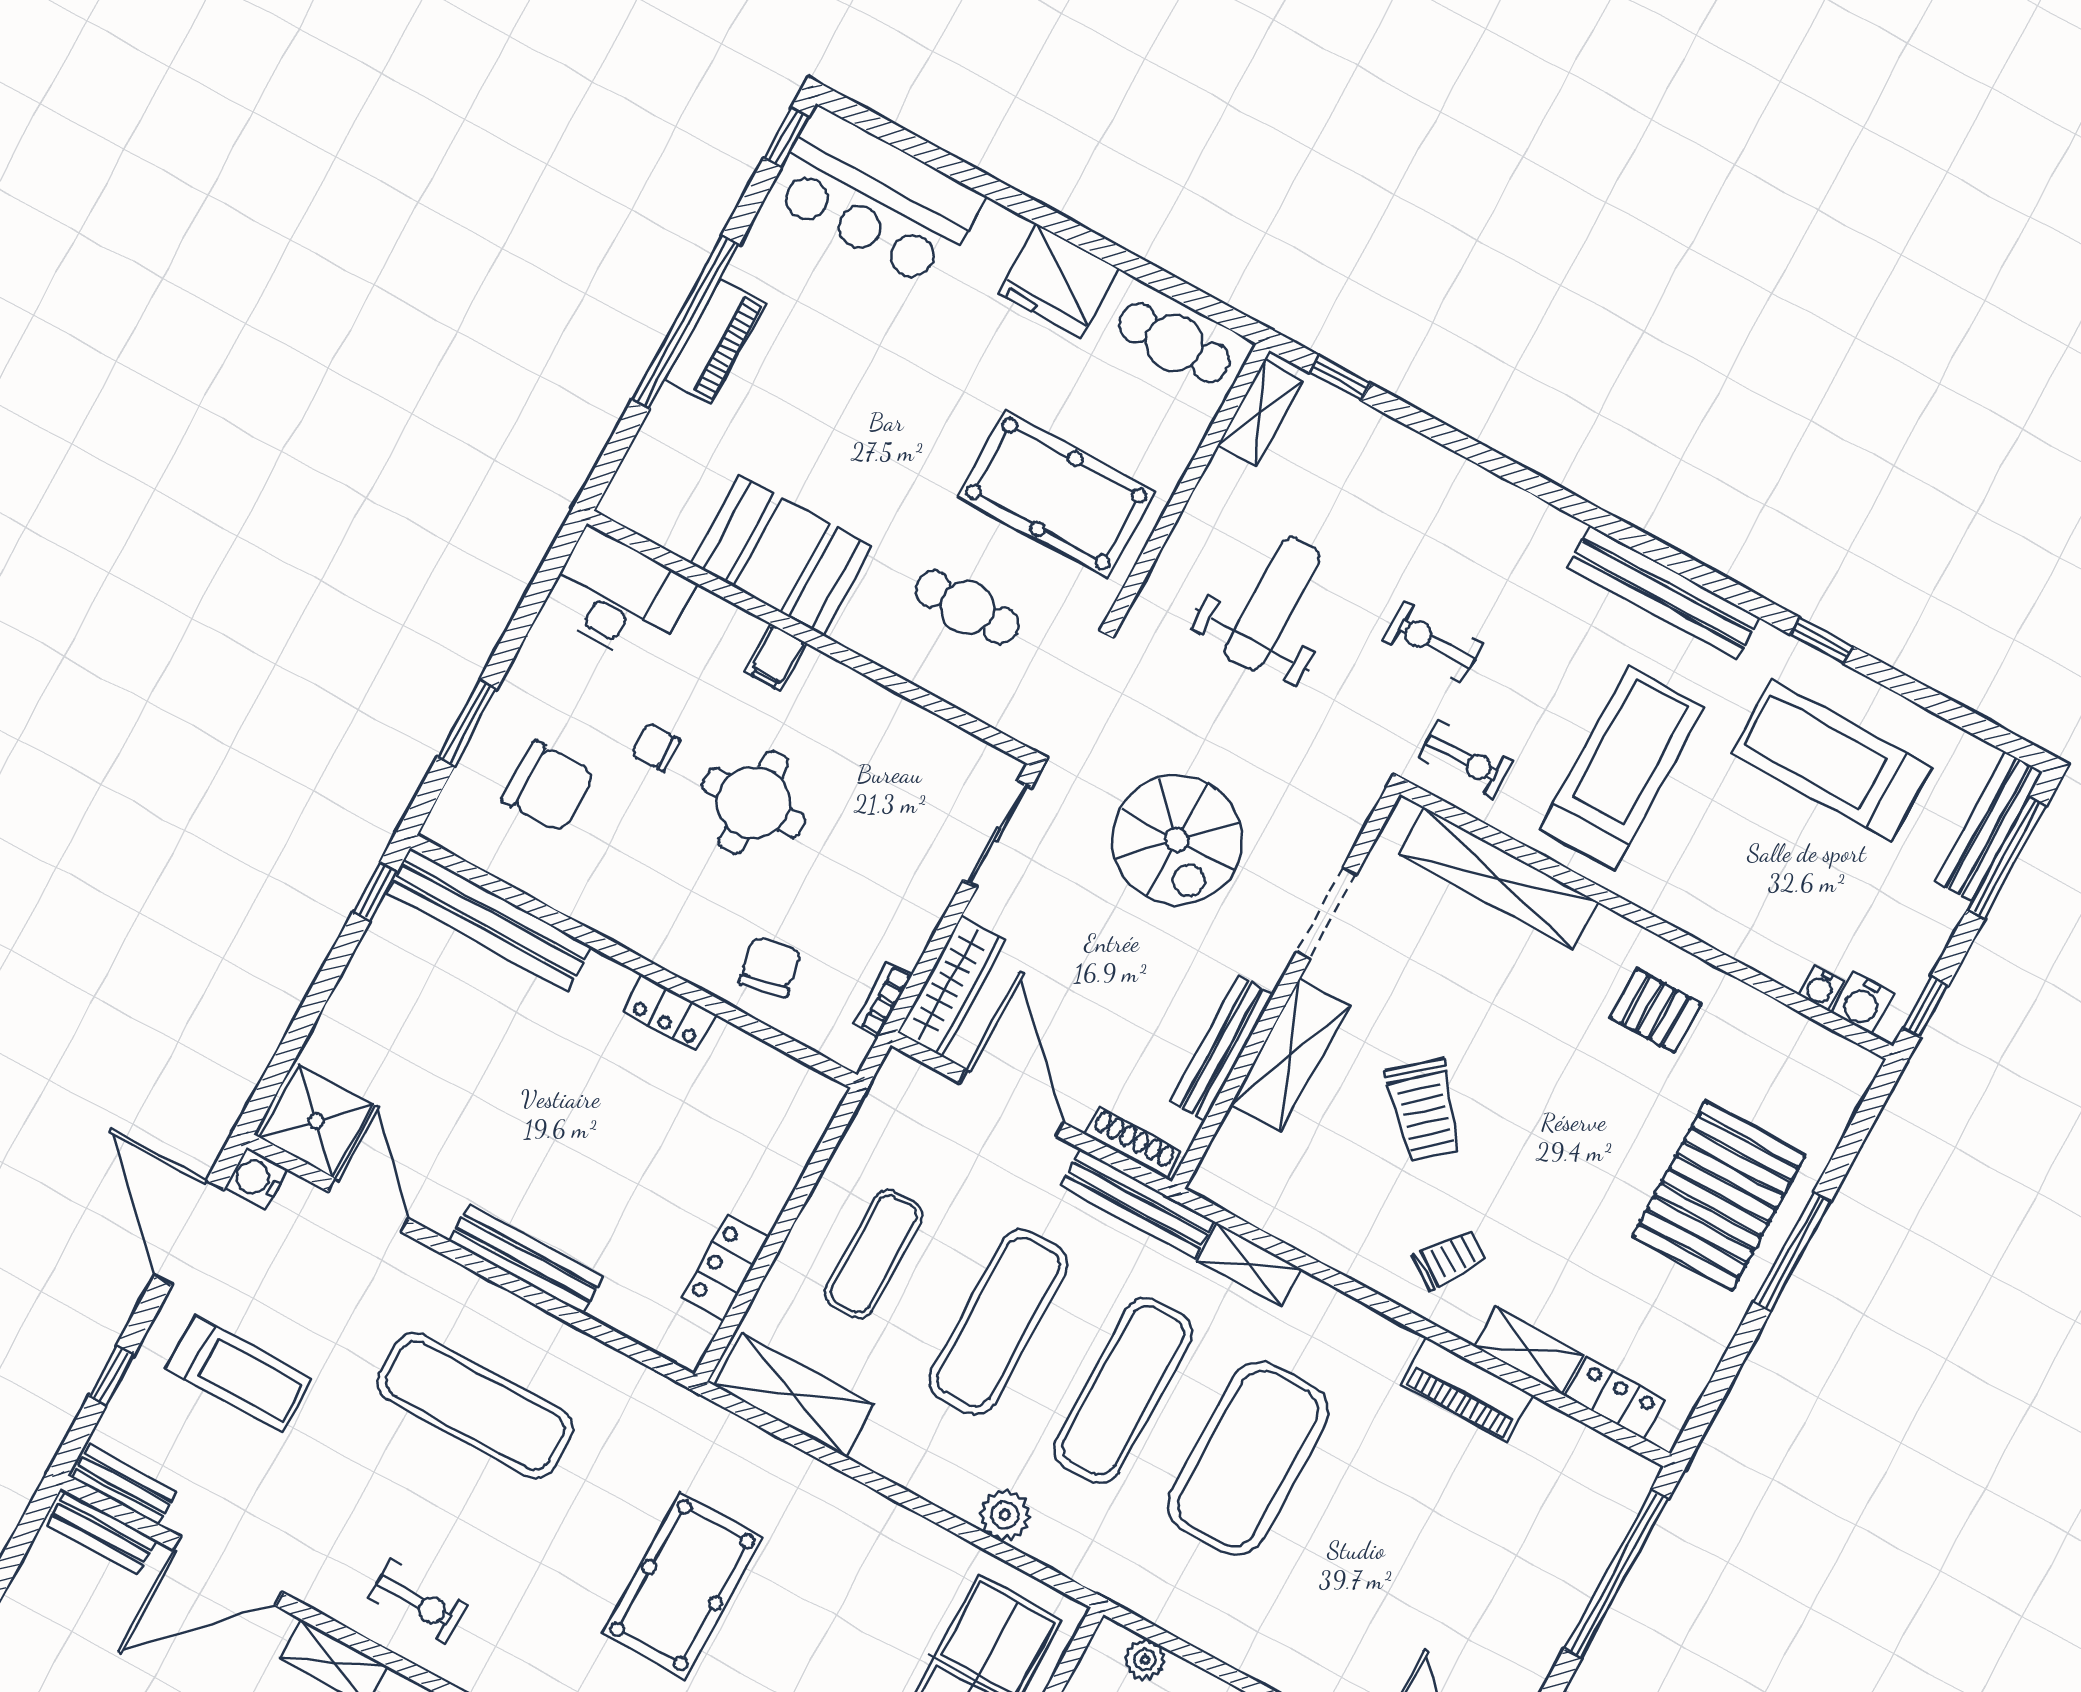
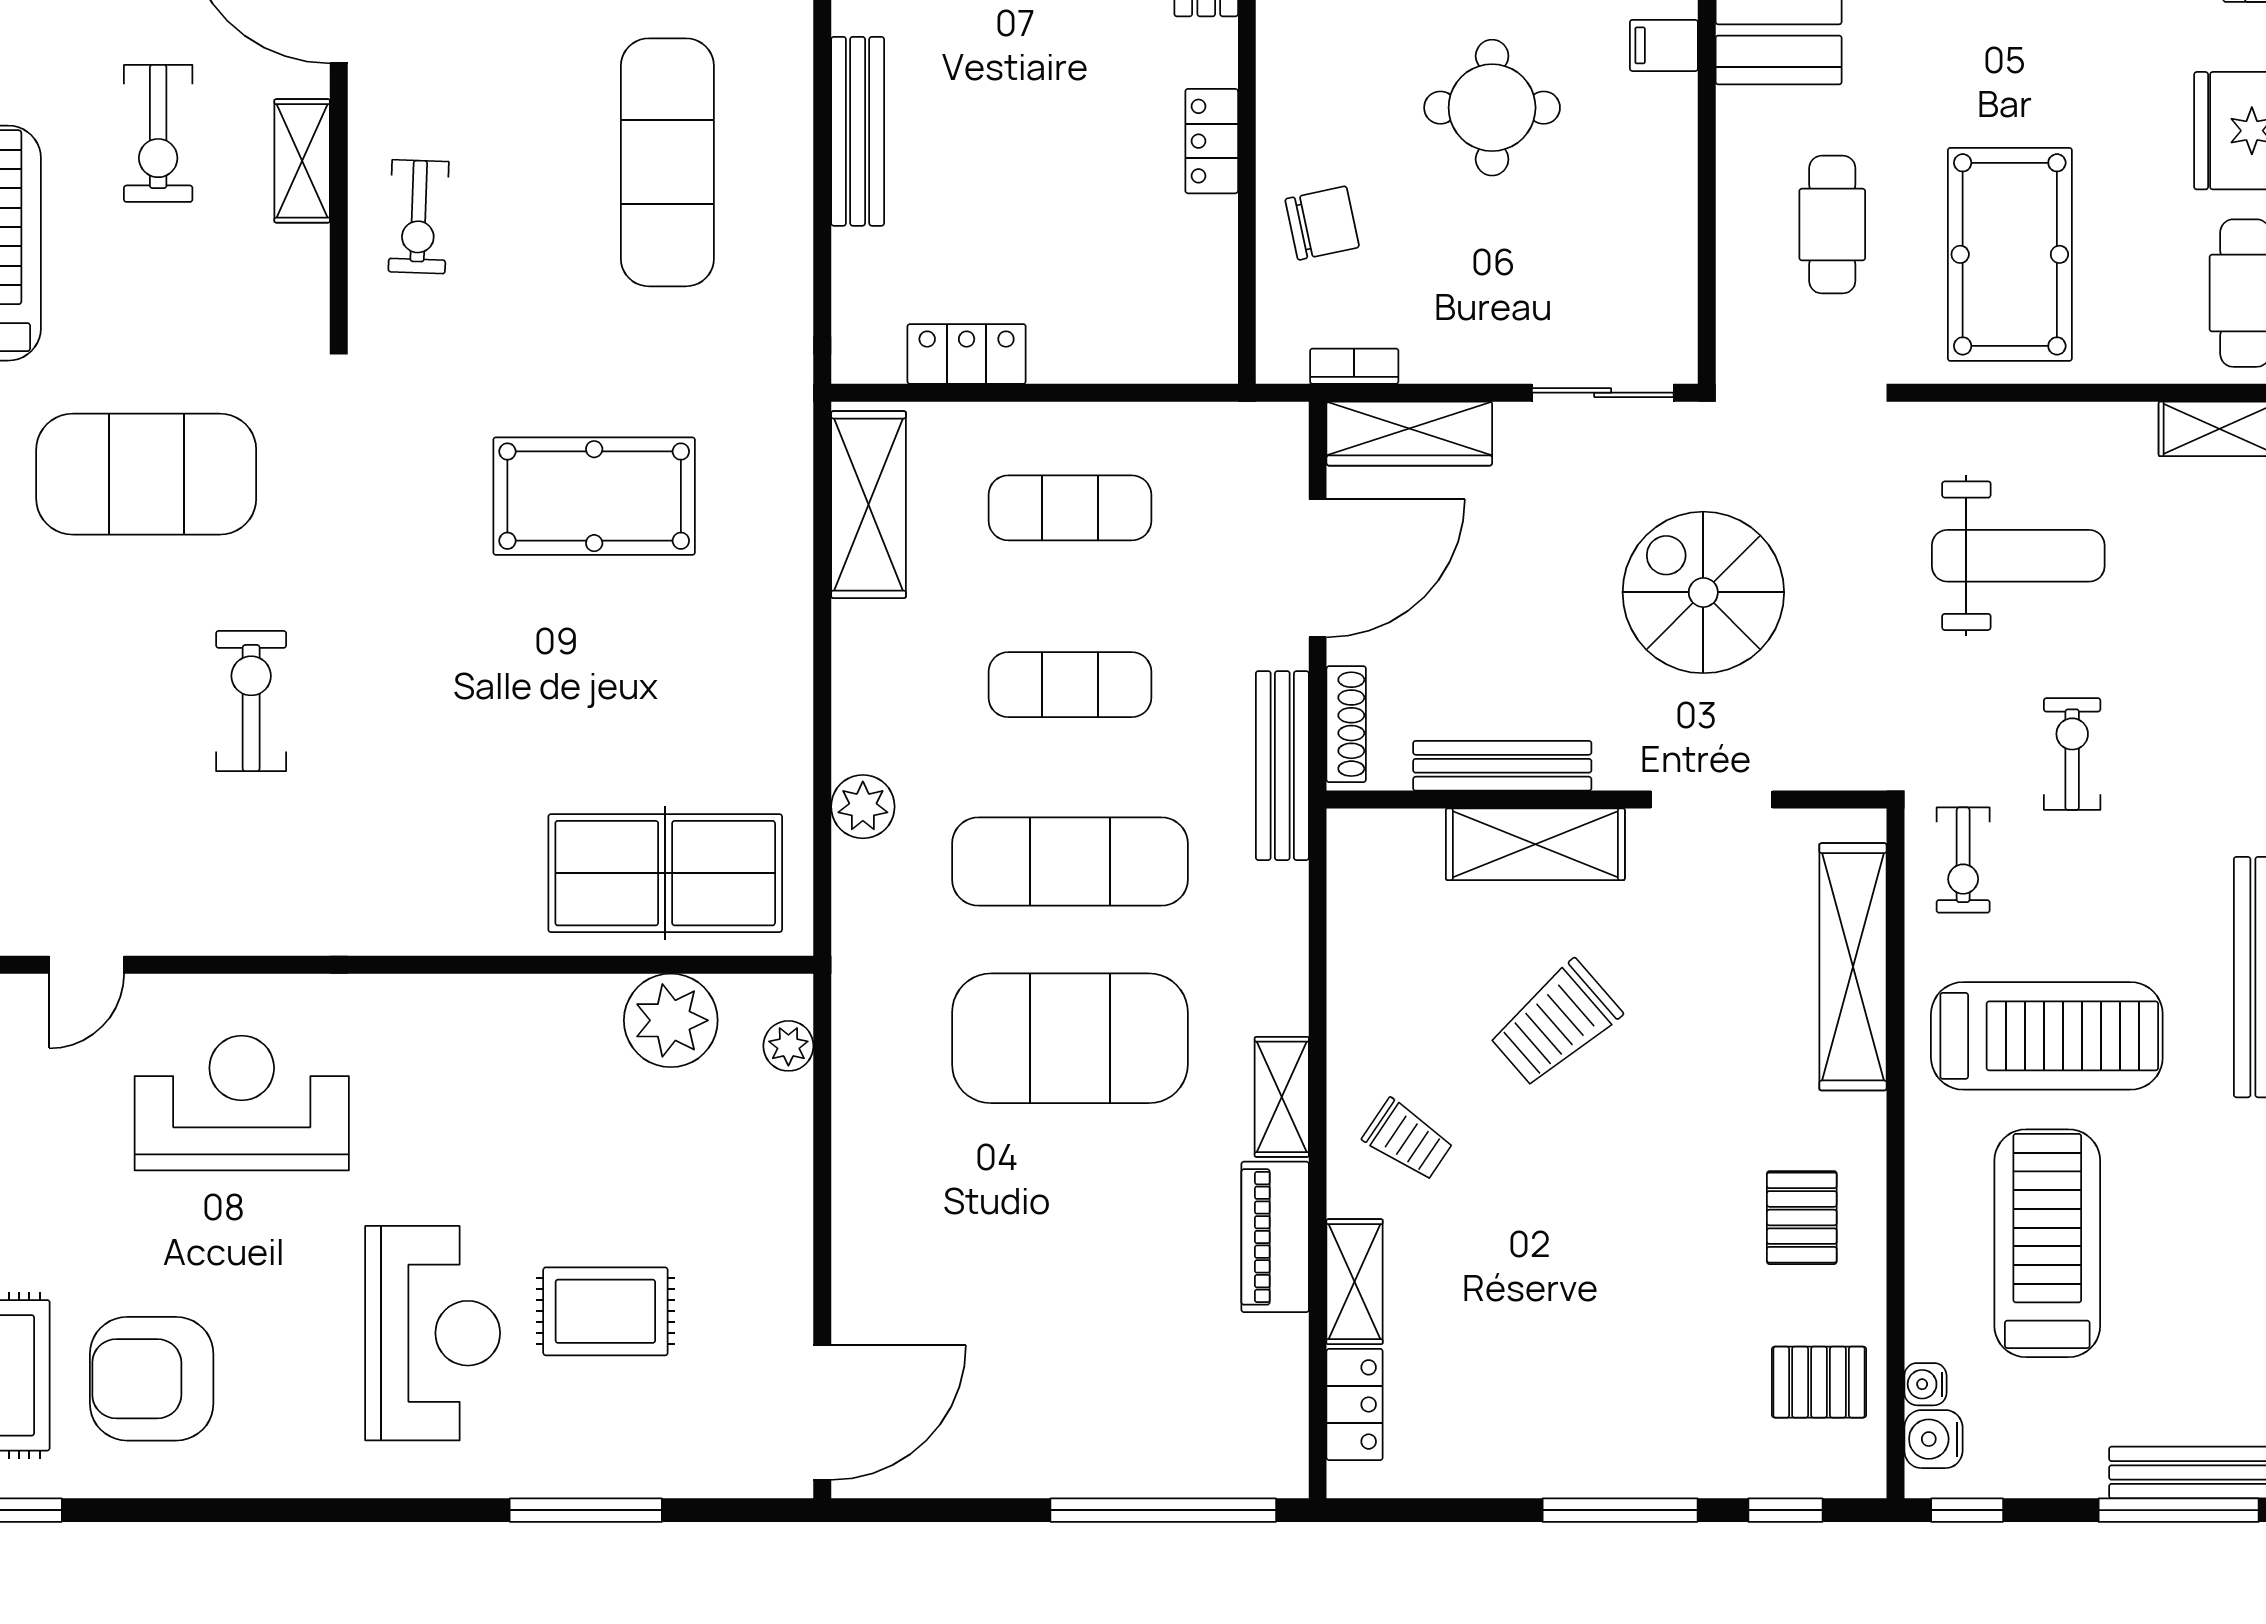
treadmill: (1832, 760) -> (2047, 1243), moved
spiral stairs: (1177, 840) -> (1703, 592), turned 90
window: (1856, 1135) -> (1785, 1510), added
pallet: (1719, 1196) -> (1819, 1382), moved, width x0.49, depth x0.50
shelving: (1249, 1265) -> (1282, 1097), moved
exercise mat: (998, 1322) -> (1070, 685), width x0.73, depth x0.69

